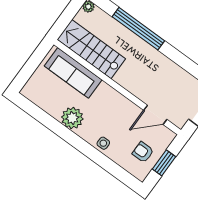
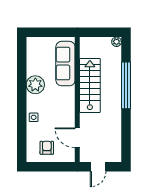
stairs: (91, 49) -> (90, 85), moved
window: (164, 163) -> (50, 167), removed

